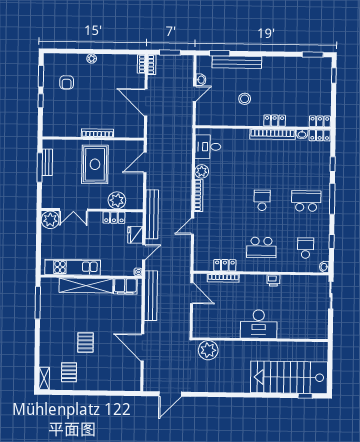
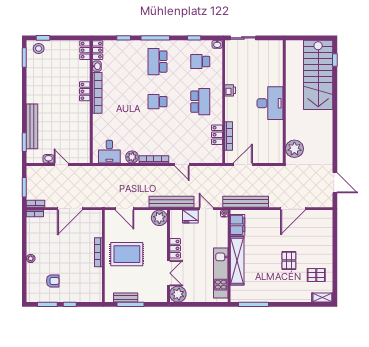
stool: (245, 99) -> (39, 48), moved
plant: (117, 200) -> (159, 218), moved
locker: (114, 218) -> (175, 248), moved
pallet: (85, 342) -> (289, 260), turned 90

